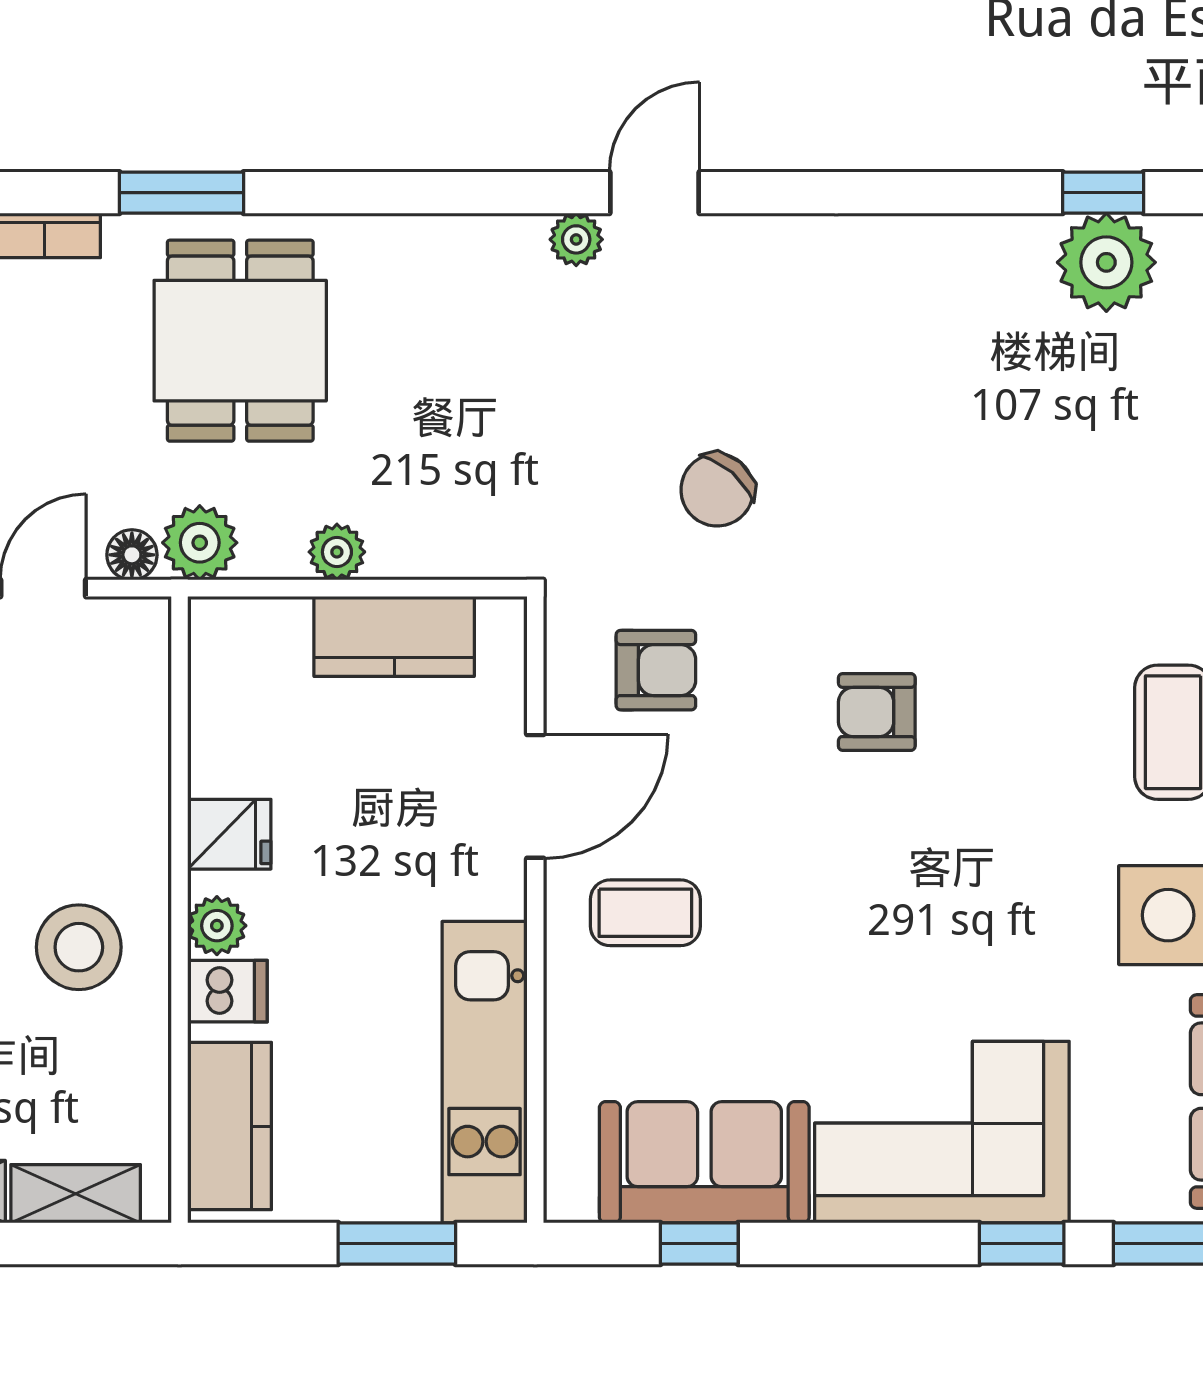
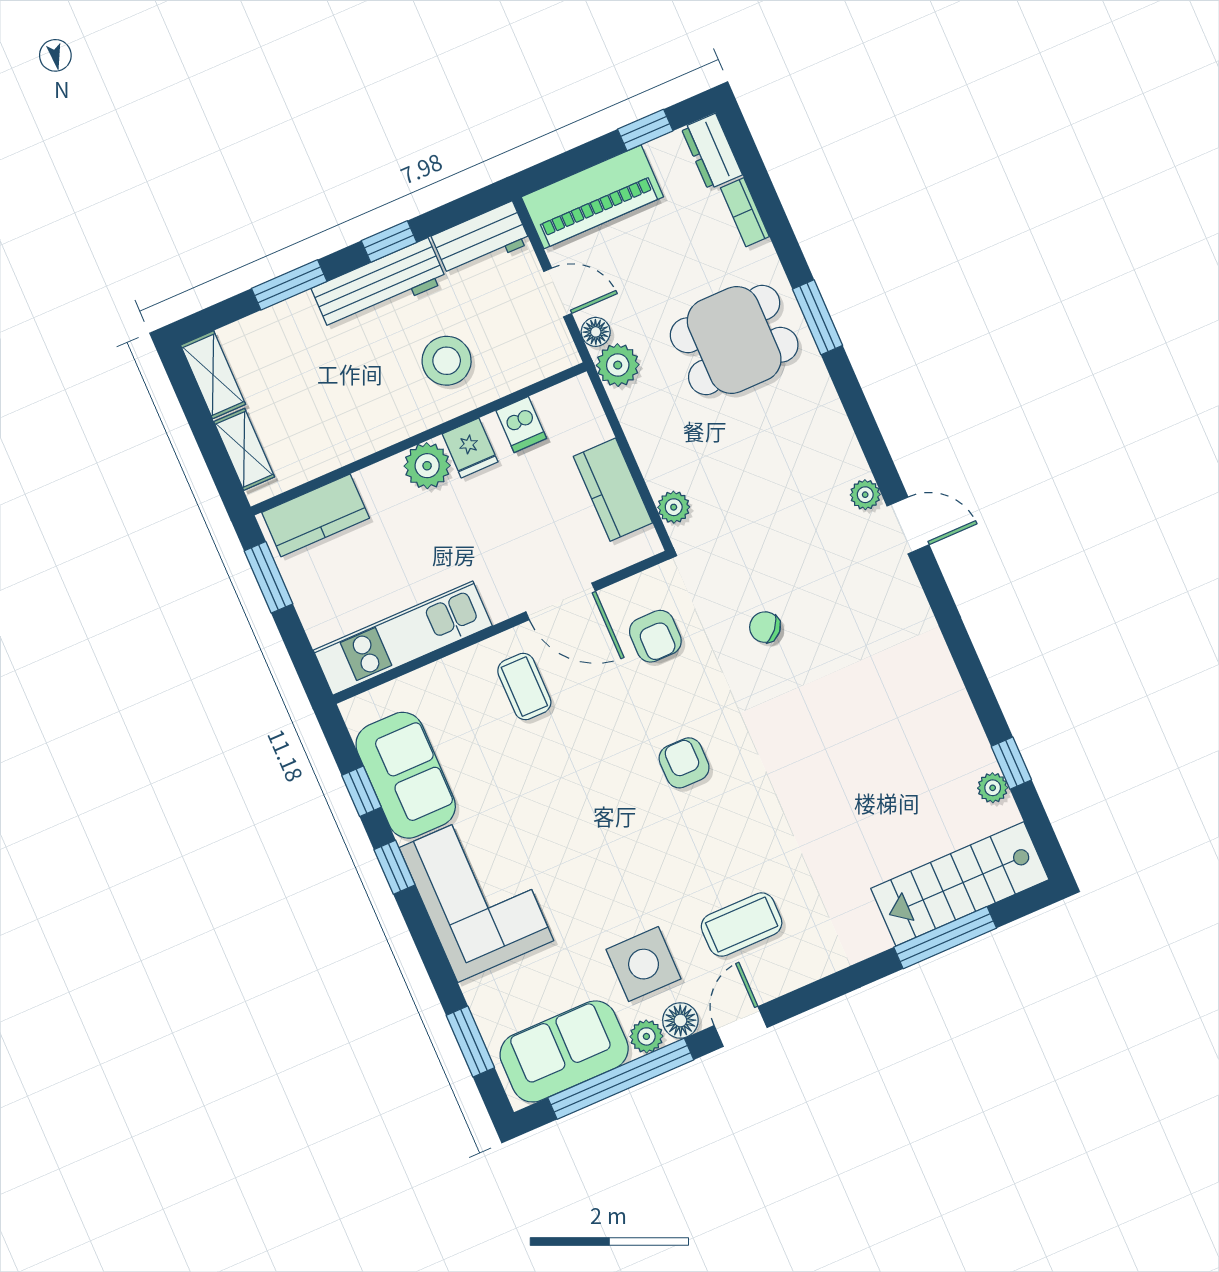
window: (182, 193) -> (817, 317), moved
plant: (1106, 262) -> (993, 788), width x0.53, depth x0.53
chair: (717, 490) -> (765, 627), width x0.73, depth x0.73
plant: (337, 552) -> (674, 507), moved
plant: (217, 926) -> (427, 466), width x1.38, depth x1.38
stool: (79, 947) -> (447, 361), moved
dishwasher: (227, 991) -> (521, 425), moved
window: (397, 1243) -> (268, 577), moved
window: (1022, 1243) -> (394, 867), moved

